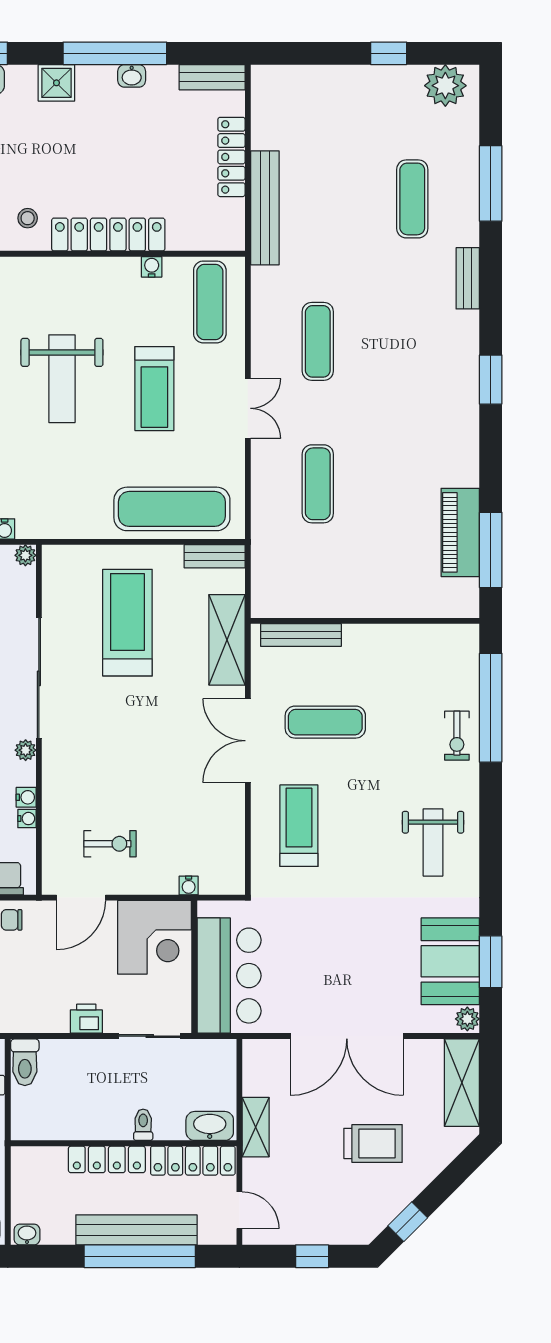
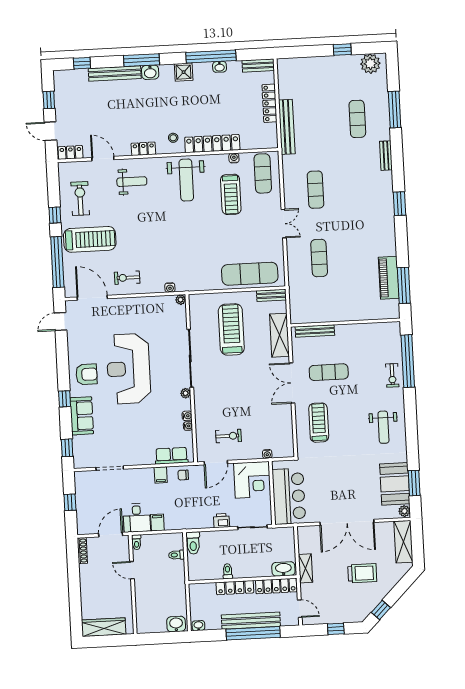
weight bench: (62, 379) -> (186, 180), moved
treadmill: (154, 389) -> (231, 194), moved
toilet: (143, 1125) -> (228, 571), moved

